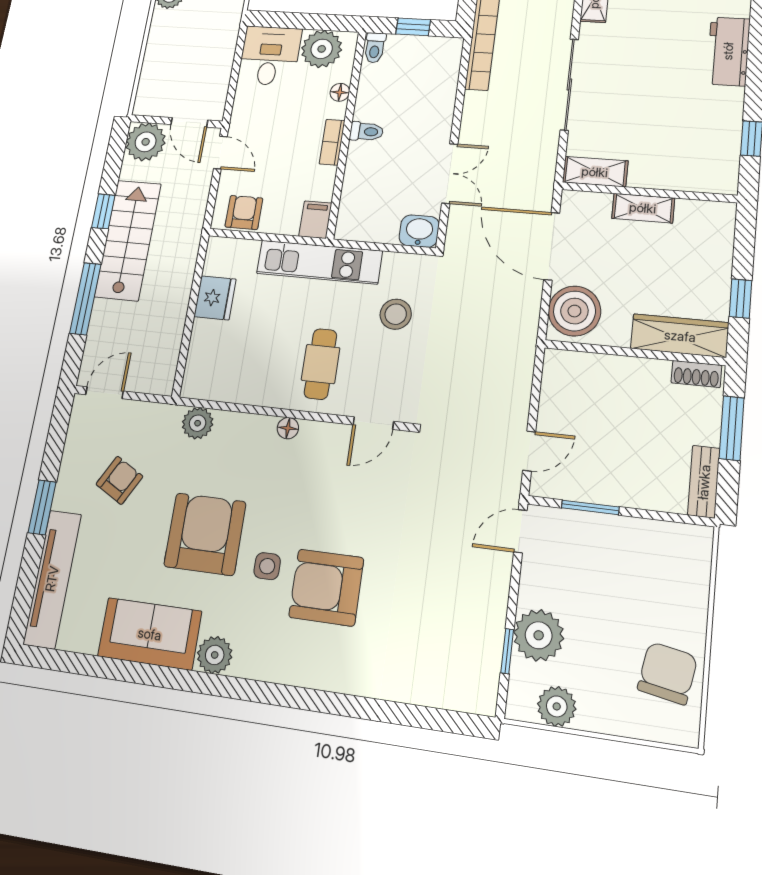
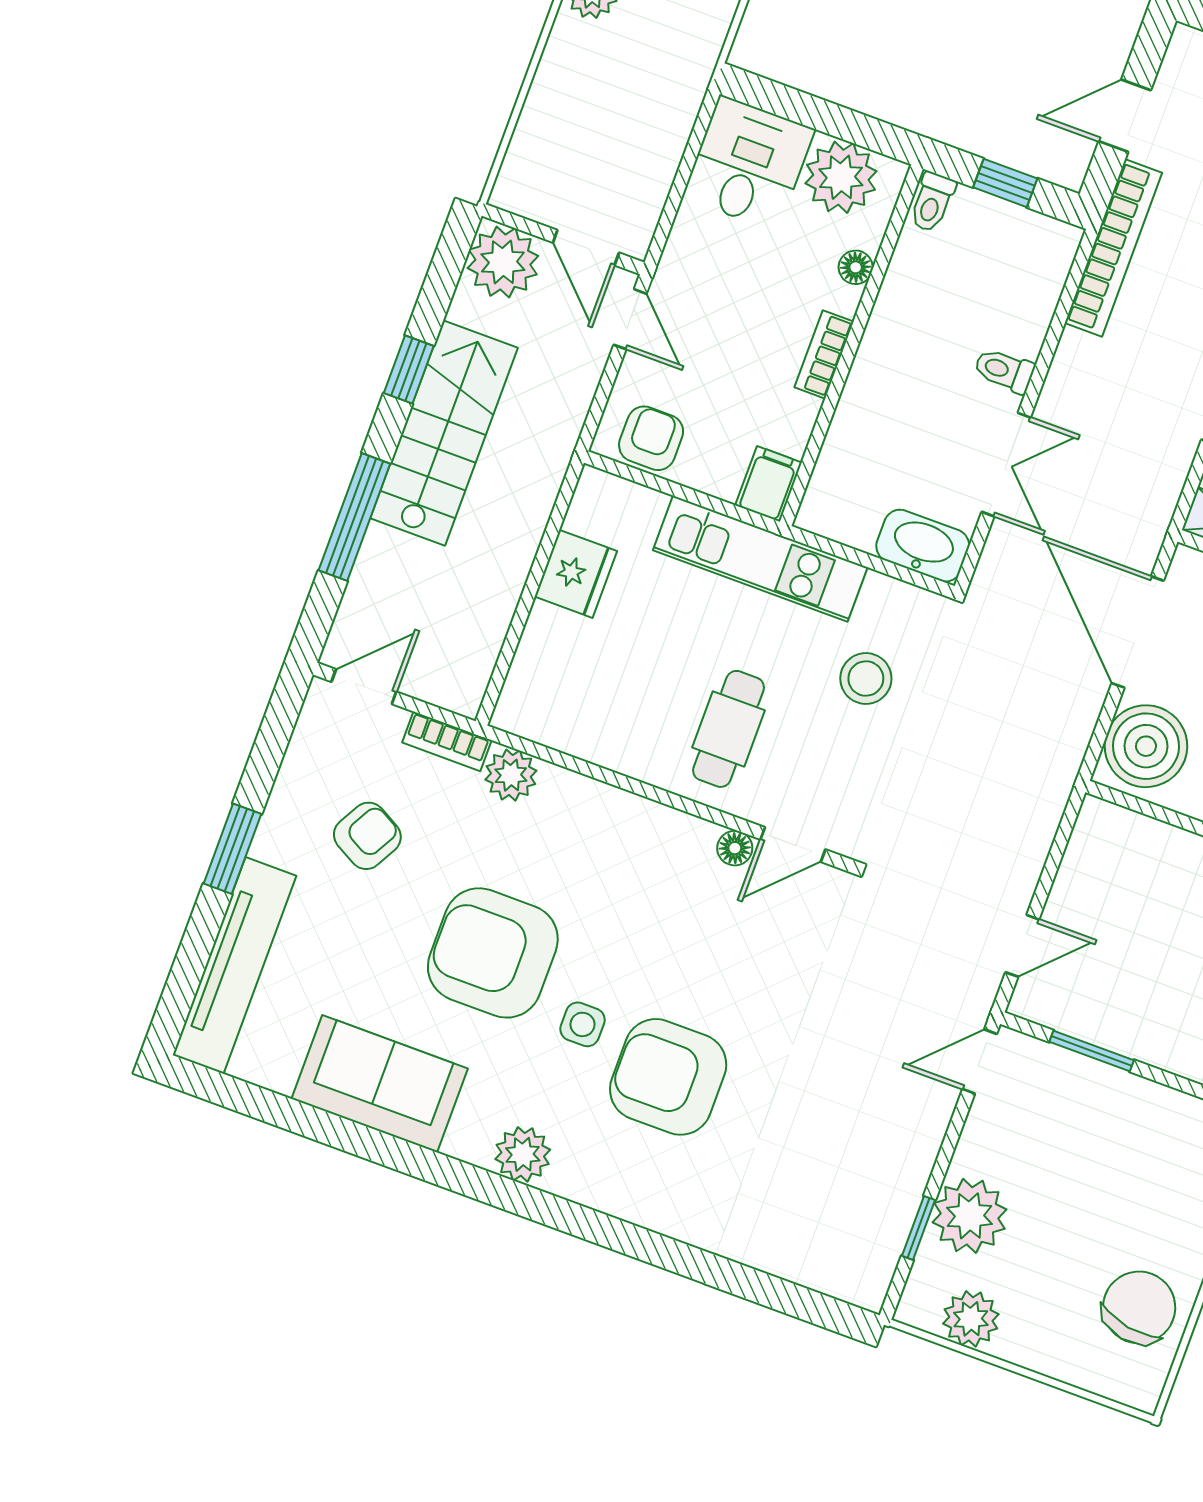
toilet: (366, 132) -> (1004, 370), moved, turned 180
washbasin: (419, 231) -> (923, 546), width x1.38
bookcase: (157, 413) -> (447, 741), added
floor lamp: (288, 428) -> (735, 848), moved
armchair: (205, 534) -> (493, 953), turned -90
plant: (215, 655) -> (523, 1154), moved

